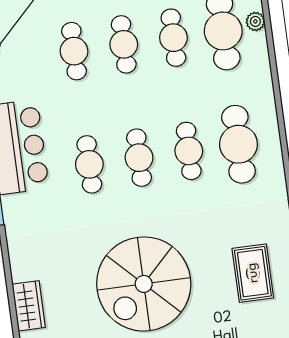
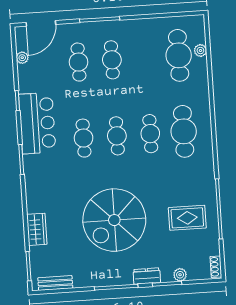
cafe table: (173, 38) -> (145, 58), removed
rug: (253, 273) -> (187, 218), turned 90

